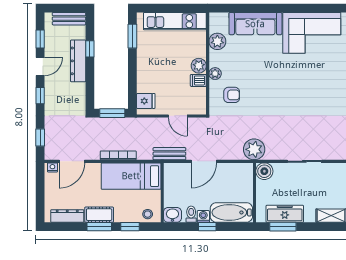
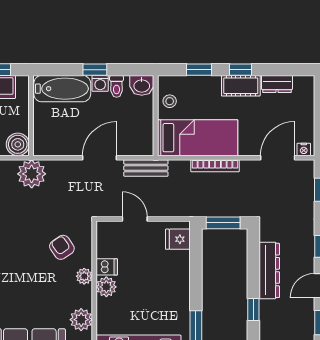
dresser: (78, 61) -> (269, 270), moved
armchair: (232, 95) -> (62, 247), turned 56
stool: (148, 214) -> (170, 101), moved
dresser: (67, 216) -> (277, 84), width x0.70
window: (99, 227) -> (241, 70), width x0.67

